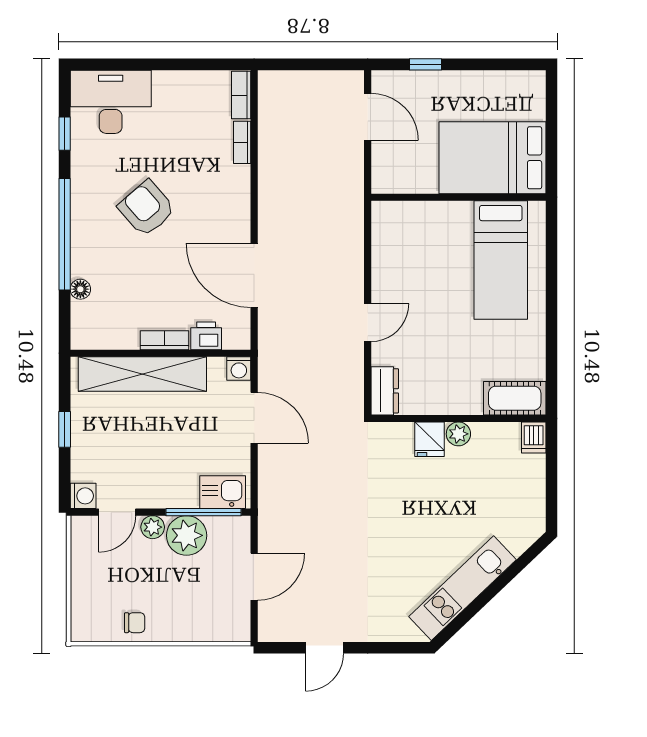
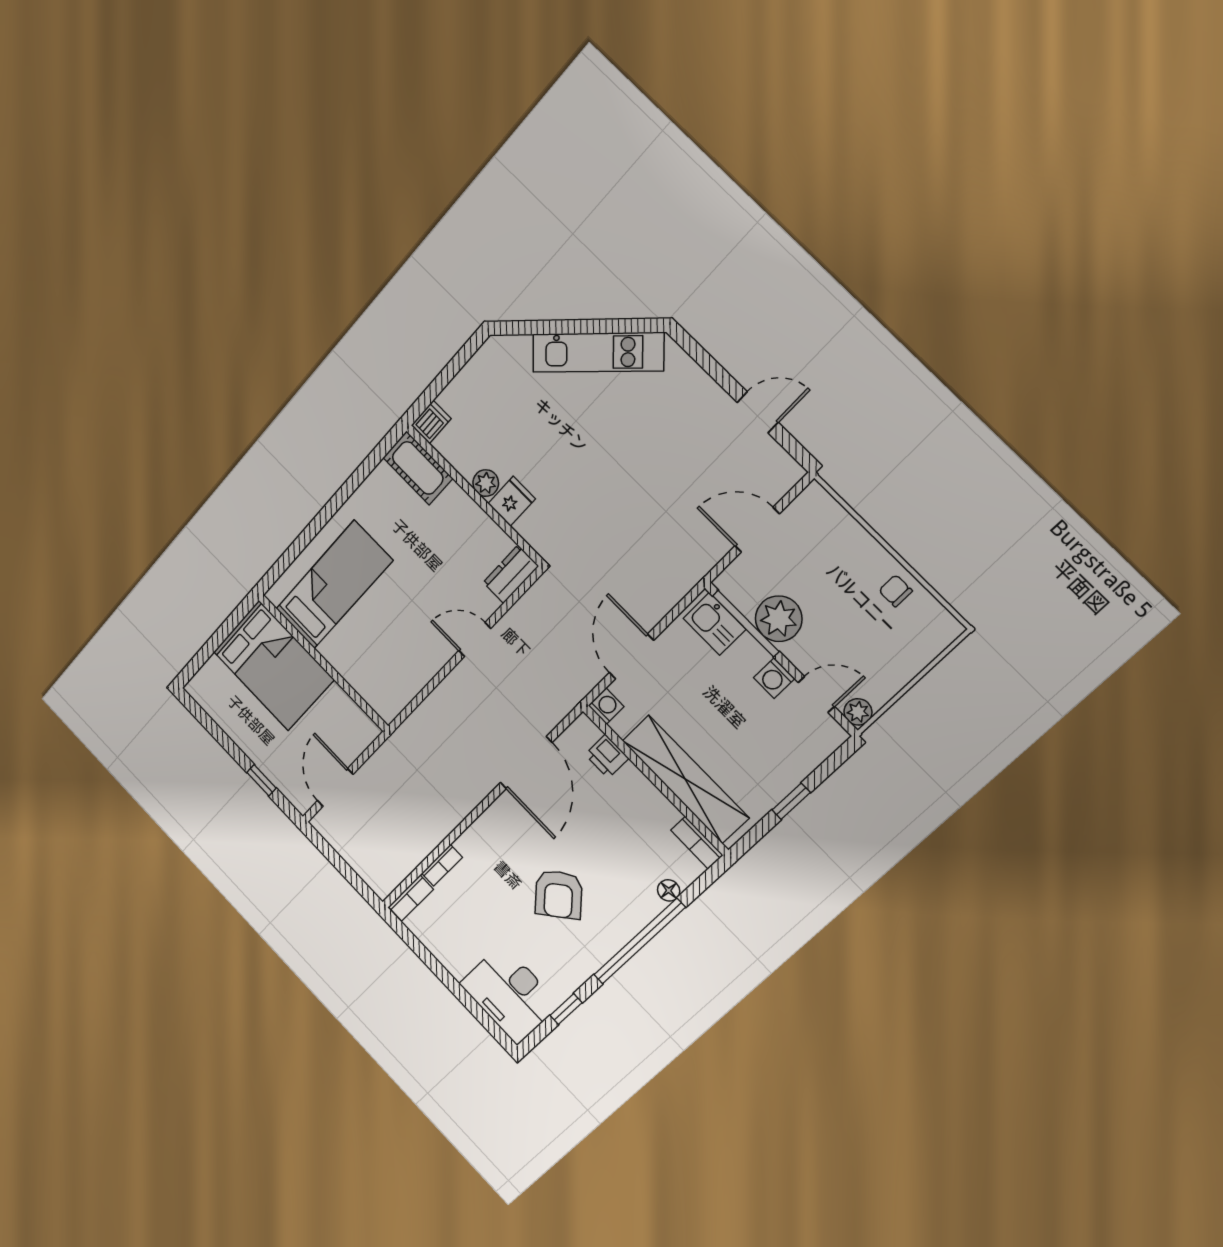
bookcase: (164, 340) -> (697, 843), moved
washing machine: (83, 496) -> (774, 678), moved, turned -90
plant: (153, 527) -> (858, 712), moved

